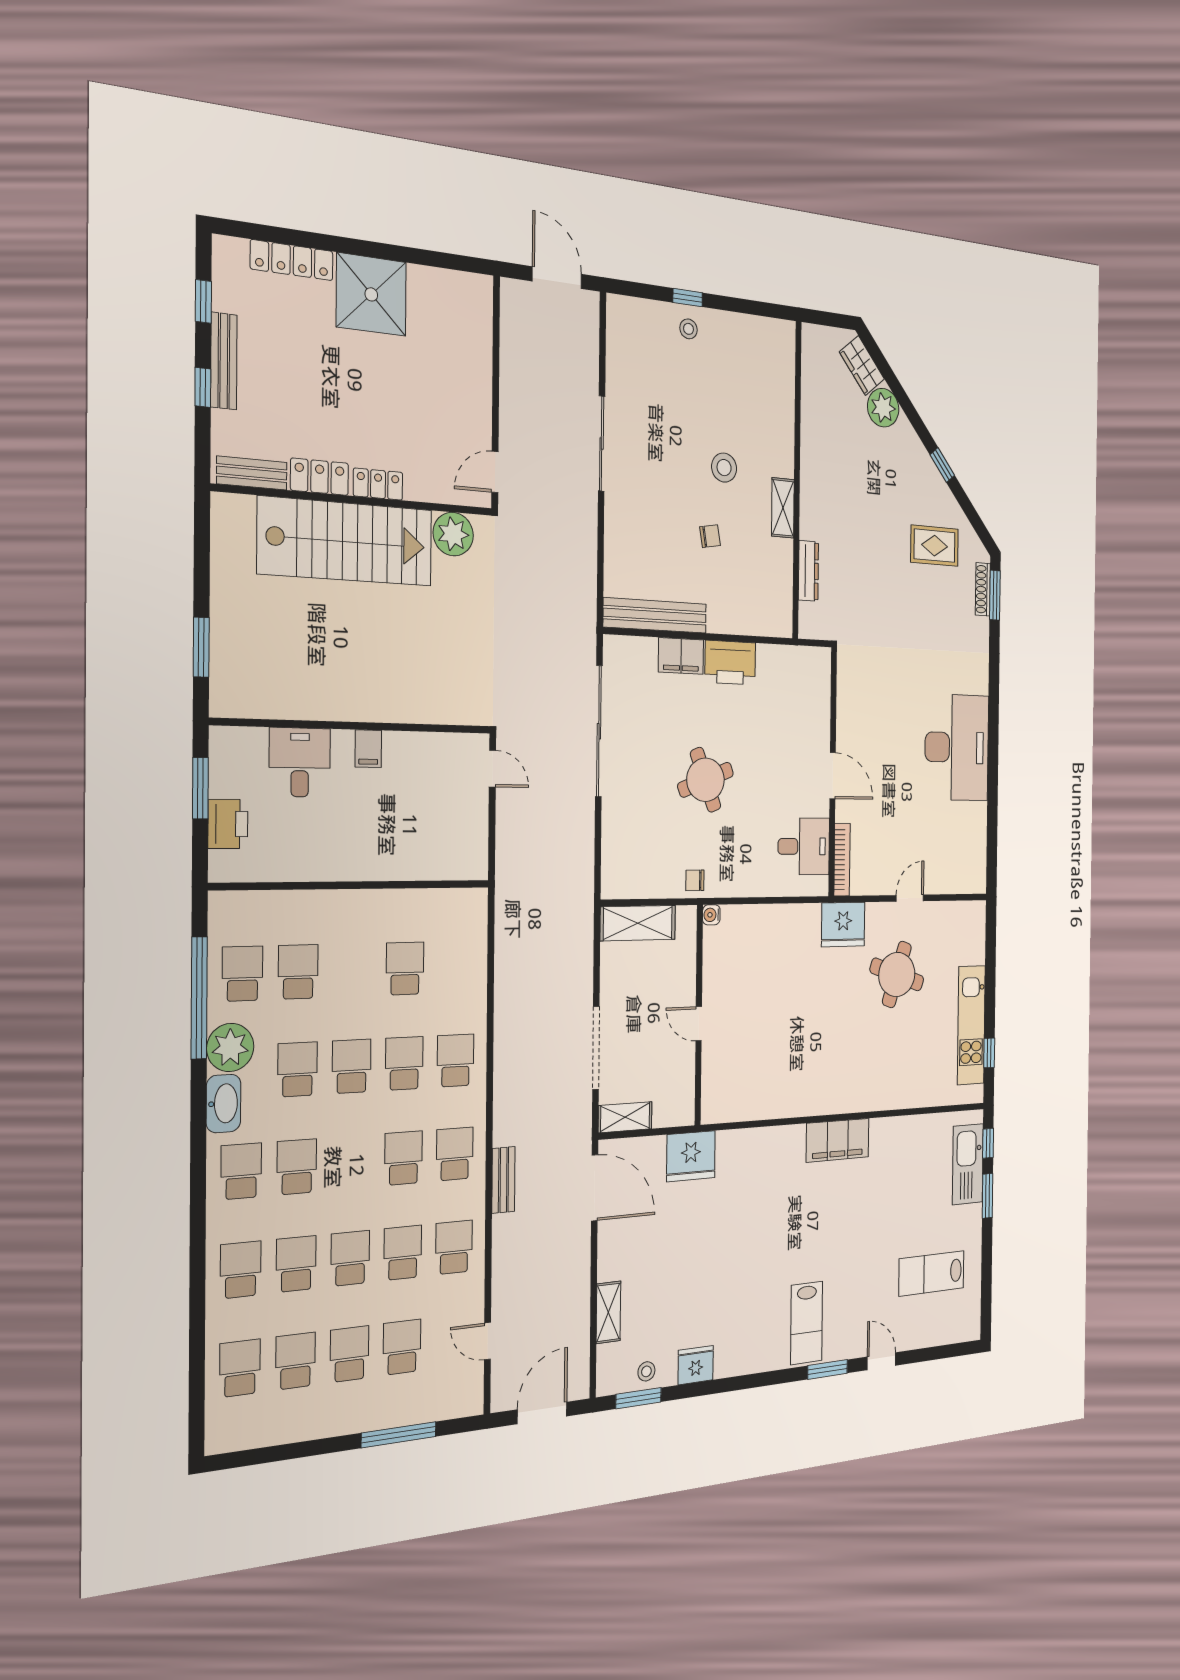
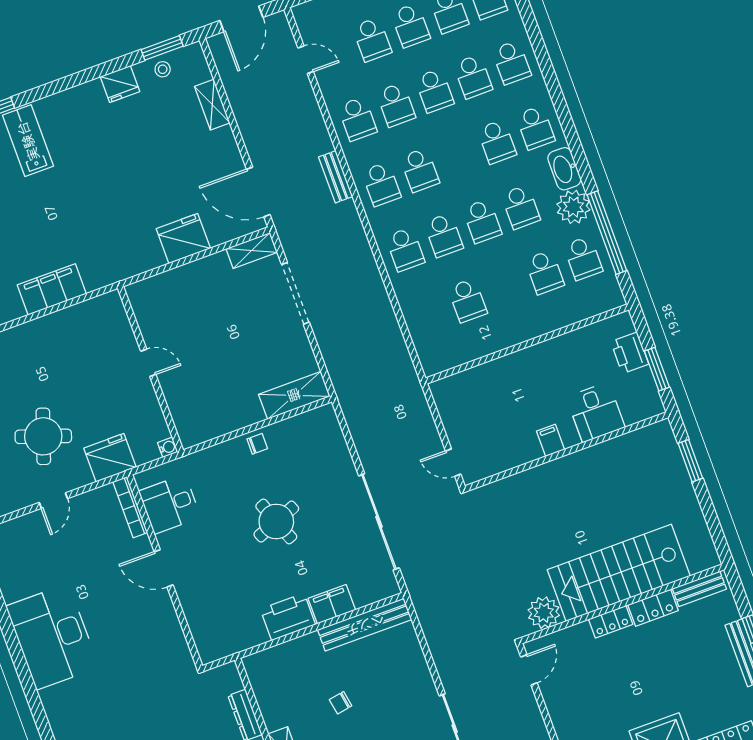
water cooler: (711, 915) -> (168, 447), moved
wall: (699, 1015) -> (151, 369), moved
door: (699, 1024) -> (148, 363), moved

